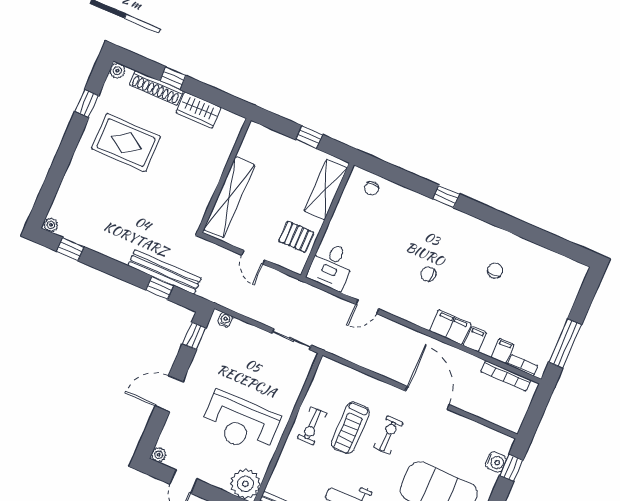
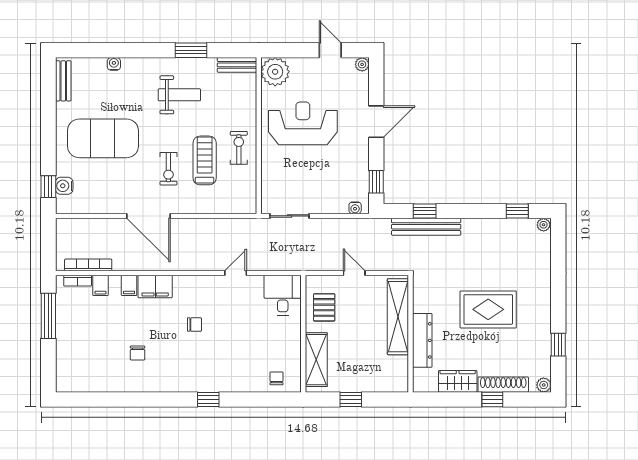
rug: (126, 143) -> (488, 309), moved
dresser: (216, 164) -> (422, 340), added
pallet: (296, 237) -> (324, 307), turned 90

